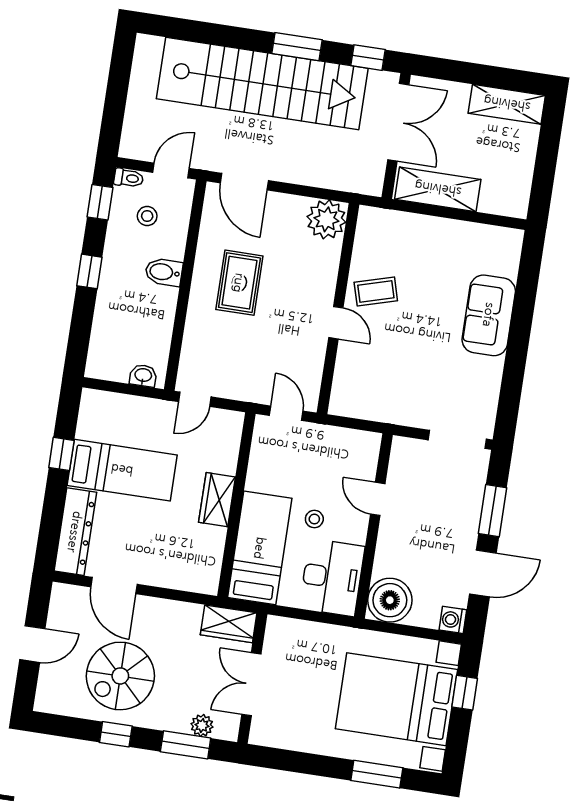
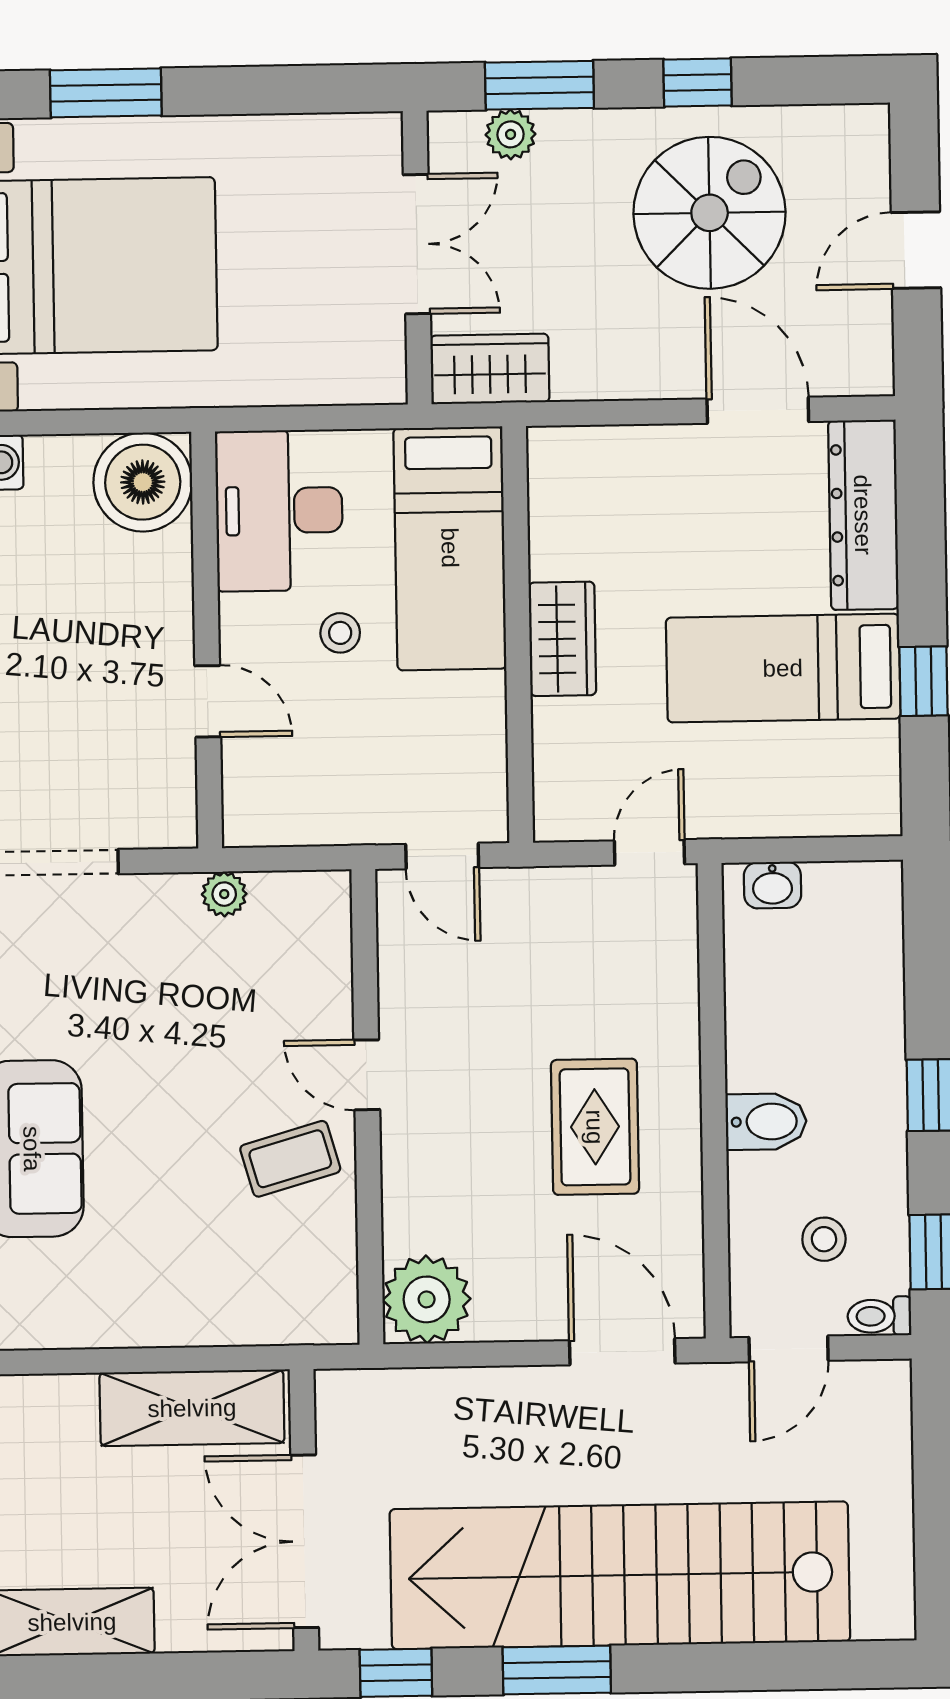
plant: (385, 413) -> (224, 894), added

